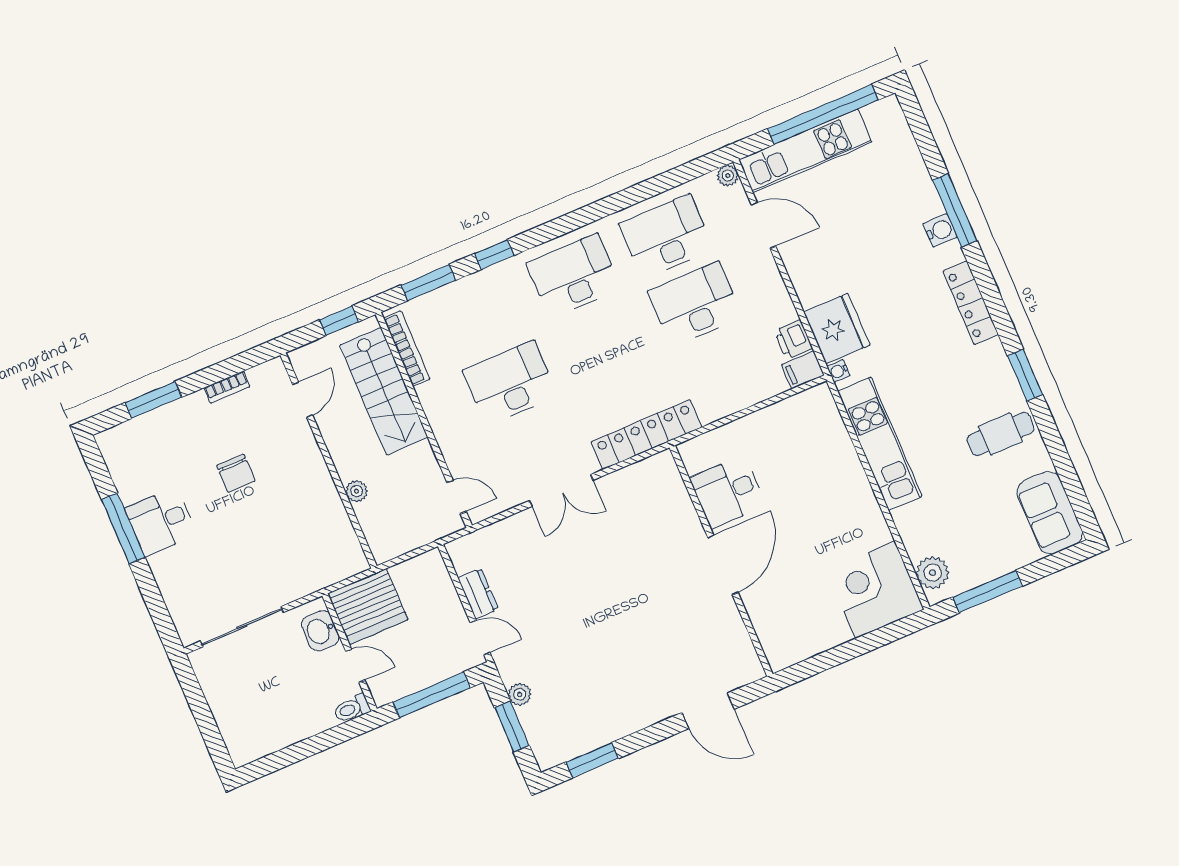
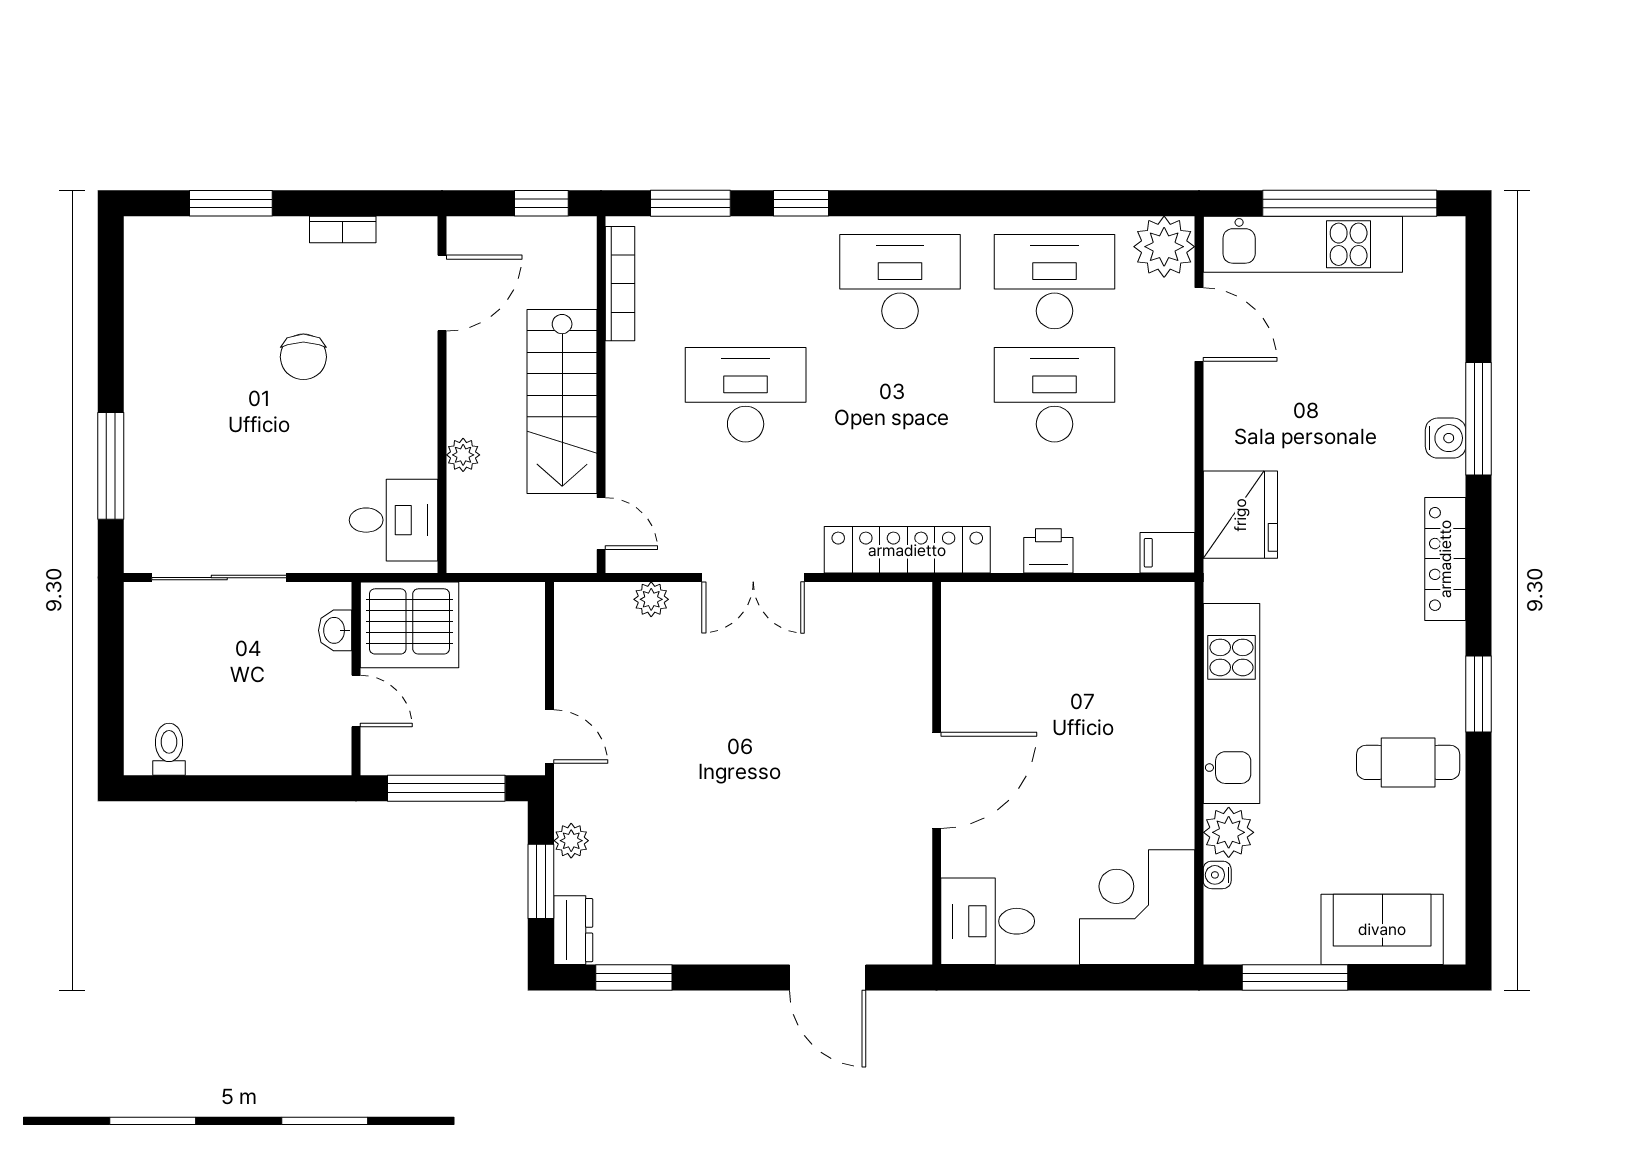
plant: (728, 176) -> (1164, 247), width x1.88, depth x1.88
printer: (793, 340) -> (1048, 551), moved, turned 90
water cooler: (838, 371) -> (1217, 875), moved
stairs: (384, 391) -> (562, 402), moved
door: (303, 400) -> (442, 293), width x1.38
desk: (728, 492) -> (988, 921), moved
sofa: (1050, 513) -> (1382, 929), moved, turned 90
desk: (161, 522) -> (393, 520), moved, turned 180
window: (123, 528) -> (111, 466), moved
plant: (506, 530) -> (651, 599), added
plant: (933, 573) -> (1229, 832), moved
dresser: (478, 594) -> (573, 930), moved
washbasin: (320, 631) -> (335, 630), width x0.72, depth x0.69
toilet: (352, 708) -> (169, 749), moved, turned 90

